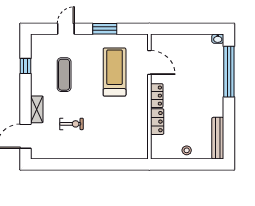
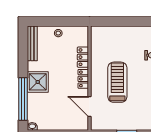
treadmill: (115, 72) -> (117, 82), moved, turned 180
shower: (211, 92) -> (38, 82), added

